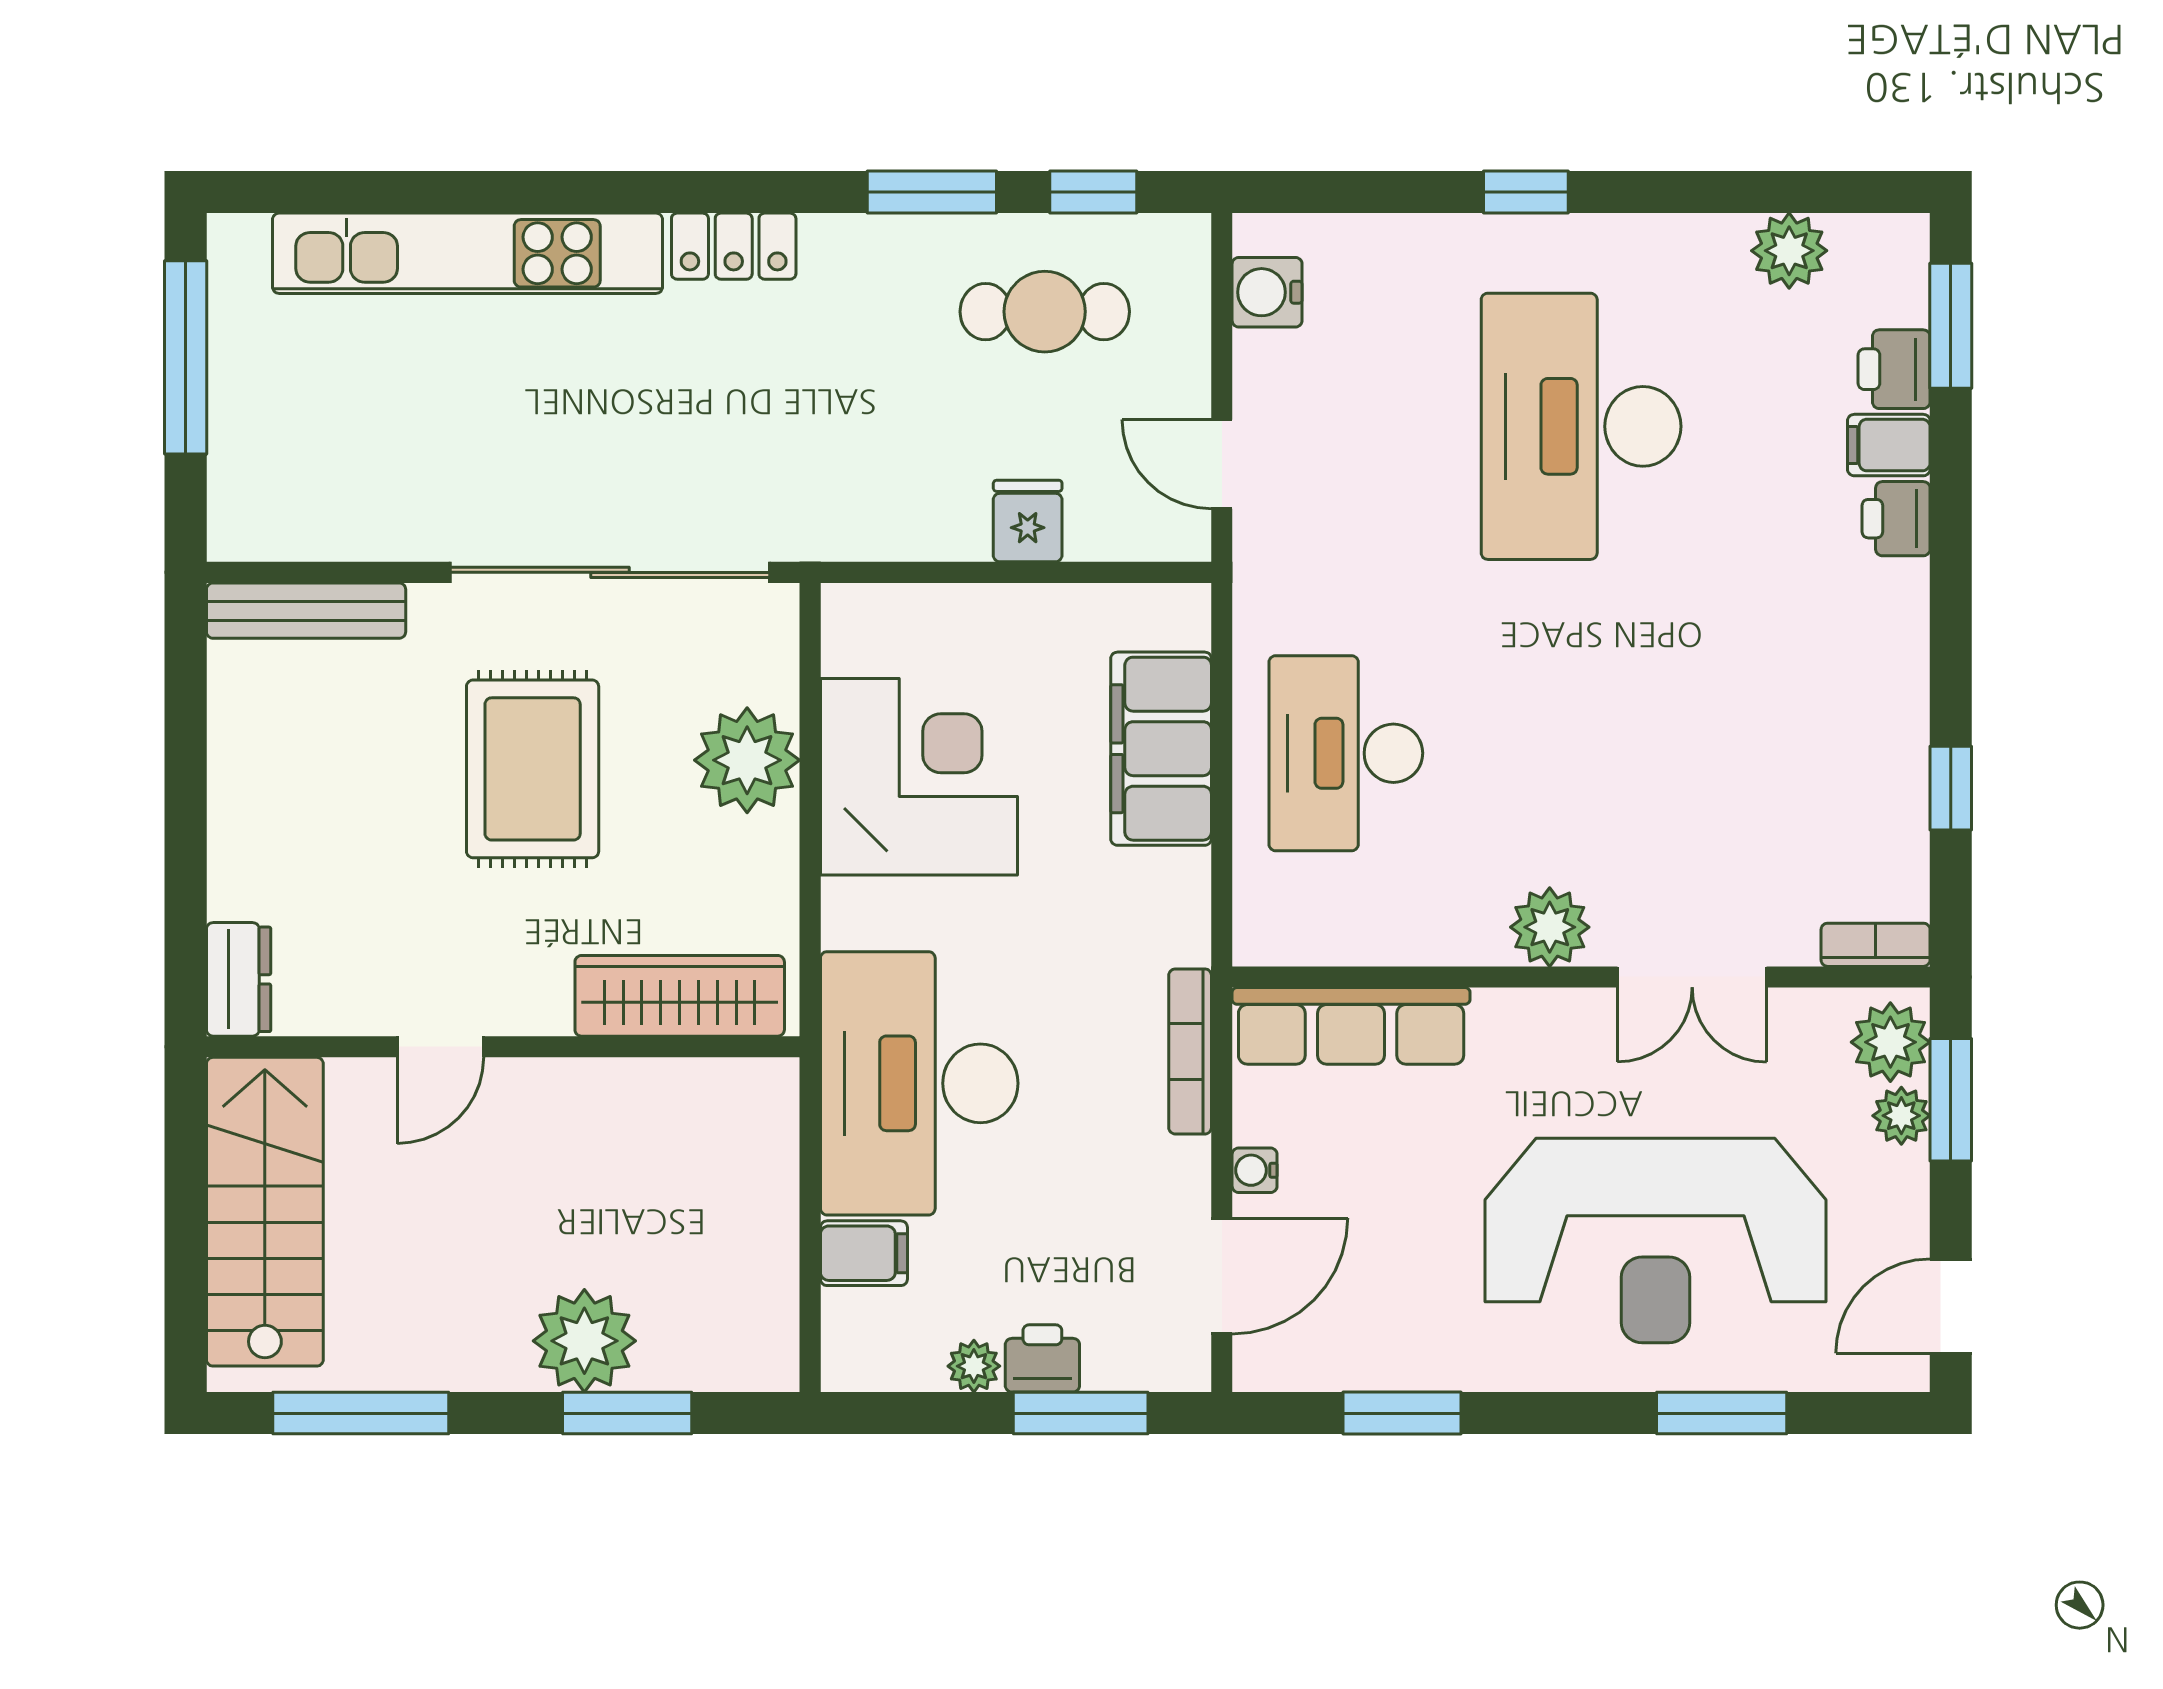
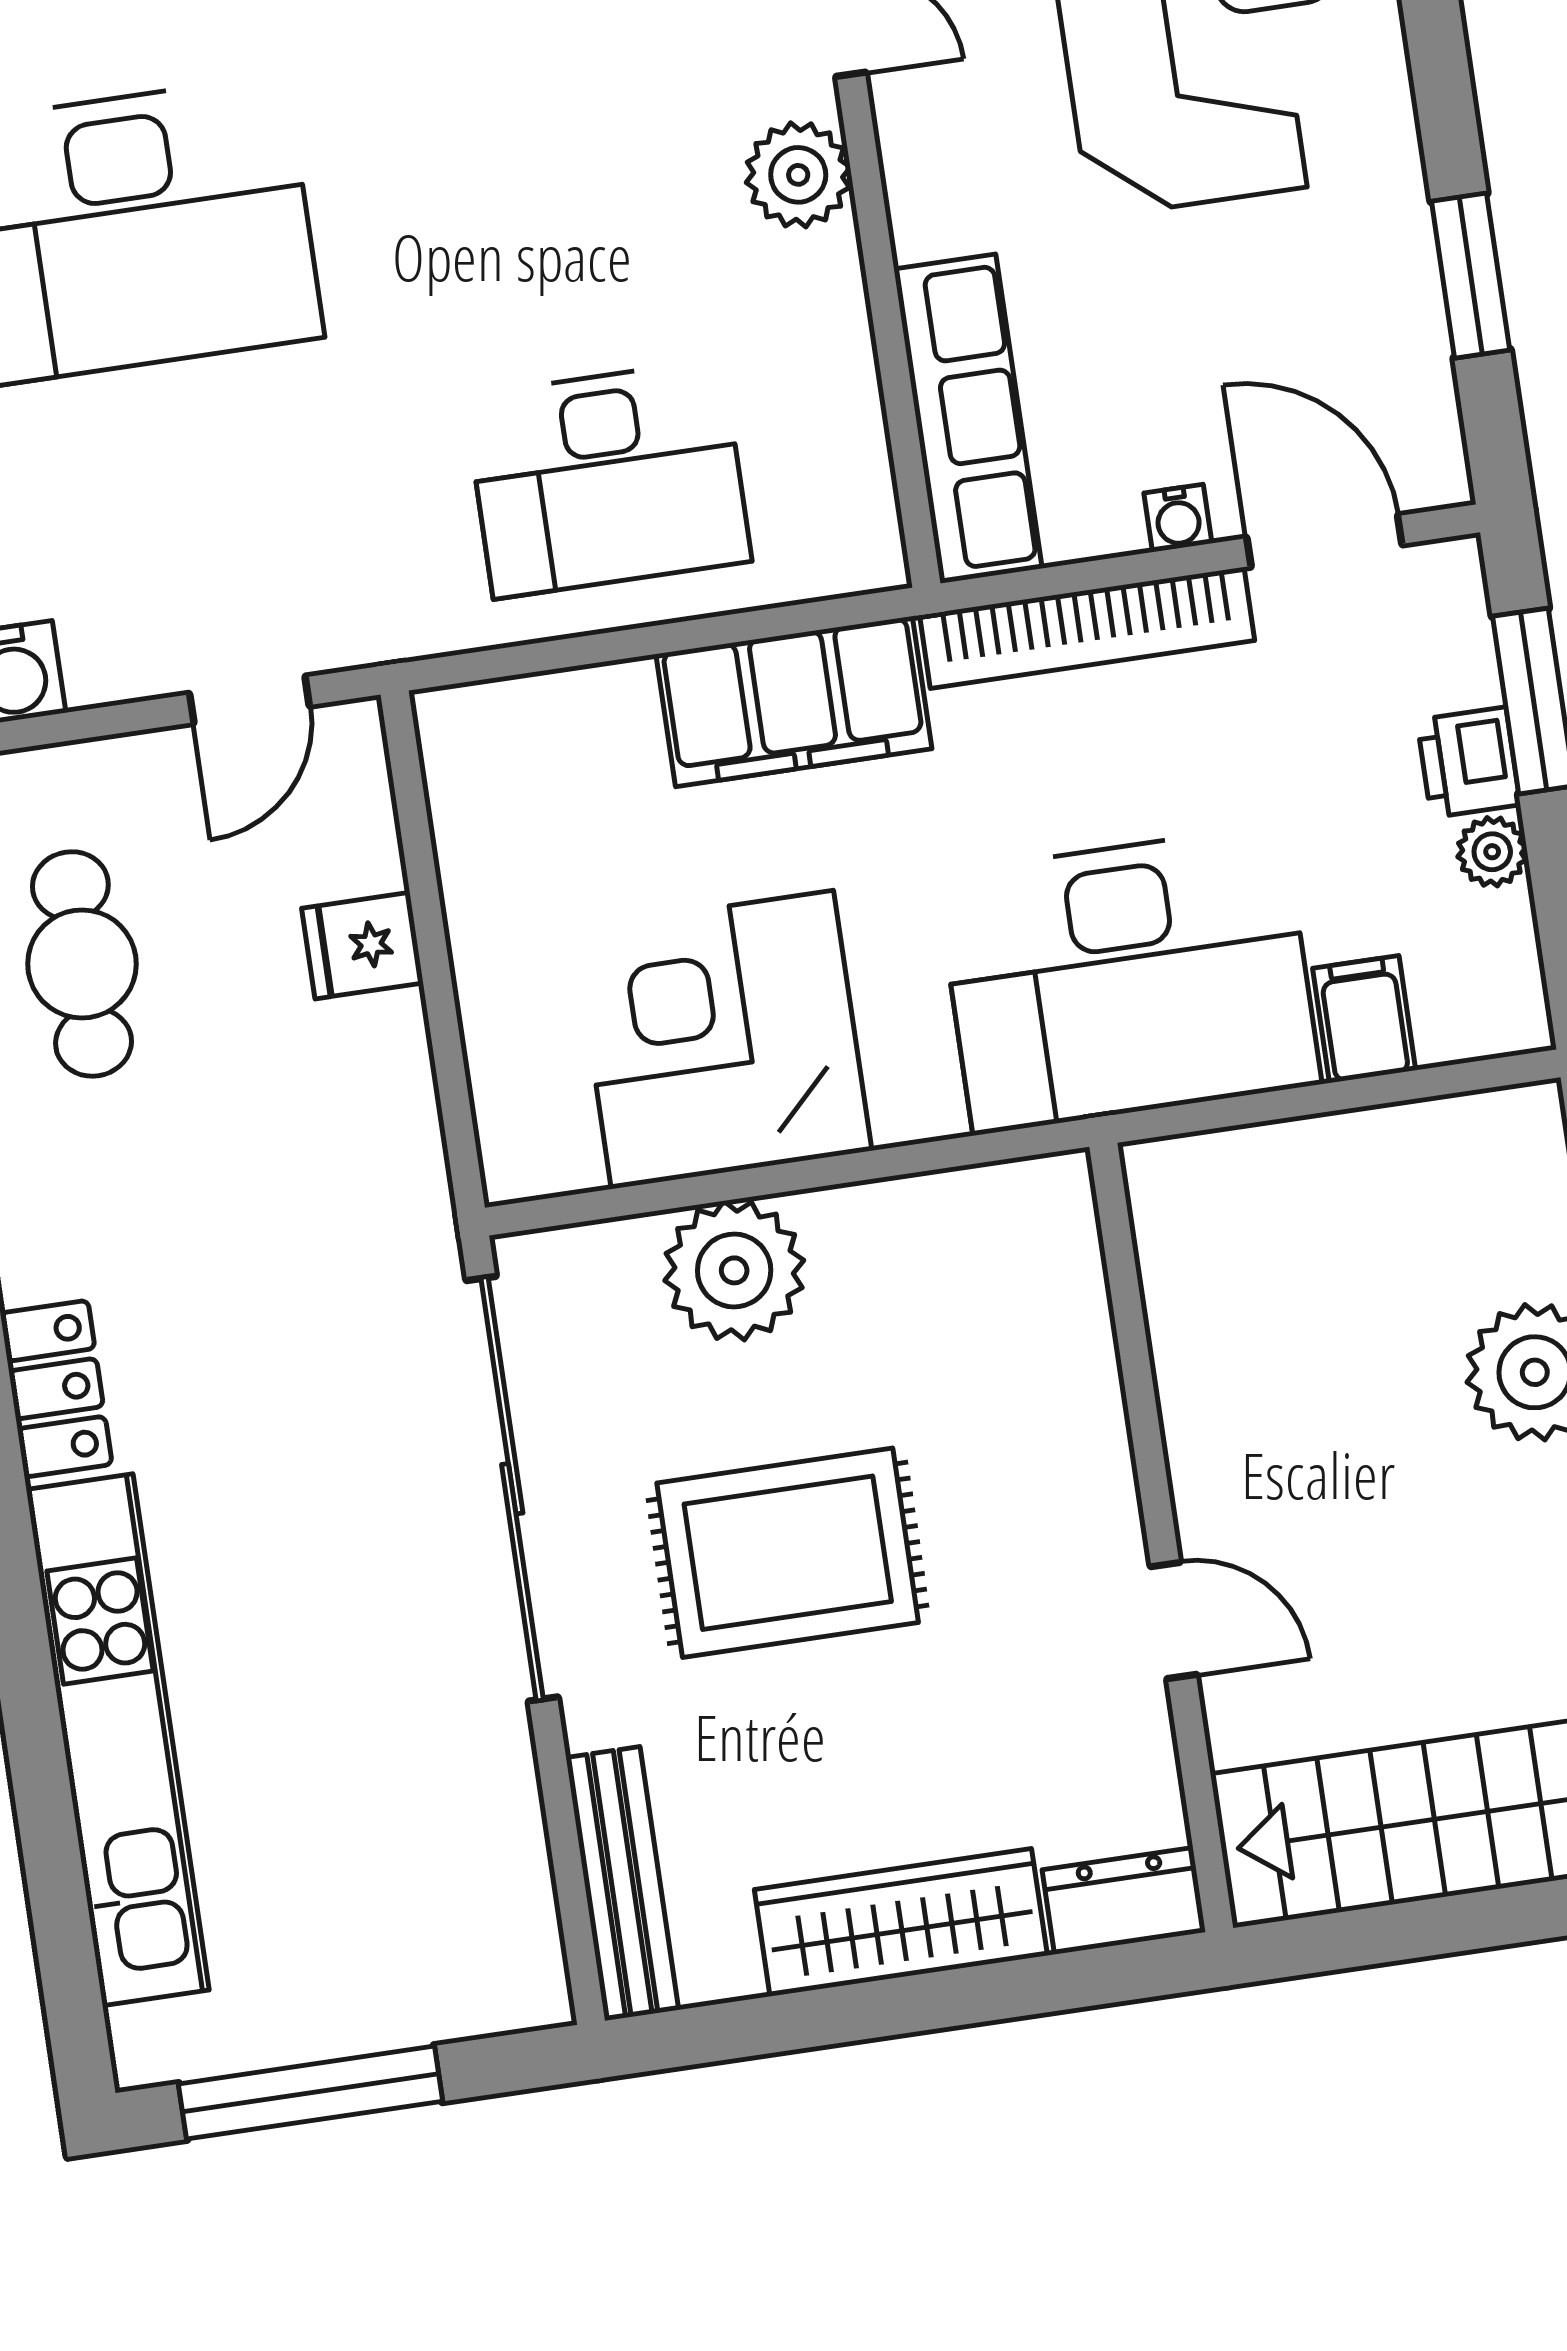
filing cabinet: (1161, 749) -> (794, 701), moved
wardrobe: (680, 996) -> (901, 1922), moved, turned 90
bookcase: (1190, 1051) -> (1087, 628), width x1.48, depth x1.31

